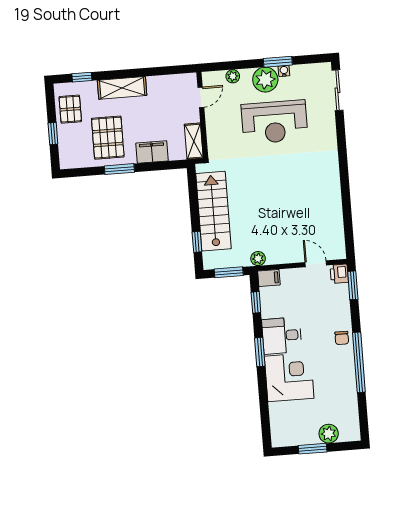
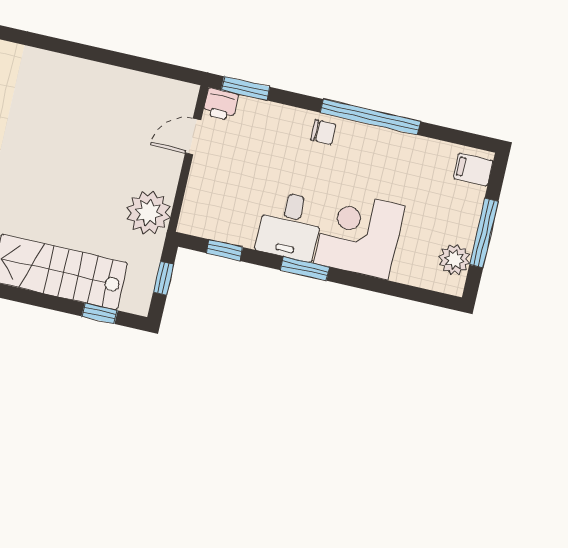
plant: (258, 259) -> (149, 213), width x1.87, depth x1.87
window: (229, 272) -> (163, 278), width x0.67
filing cabinet: (269, 278) -> (473, 169), moved, turned -90
plant: (329, 434) -> (454, 260), moved
window: (313, 449) -> (484, 233), width x1.44

